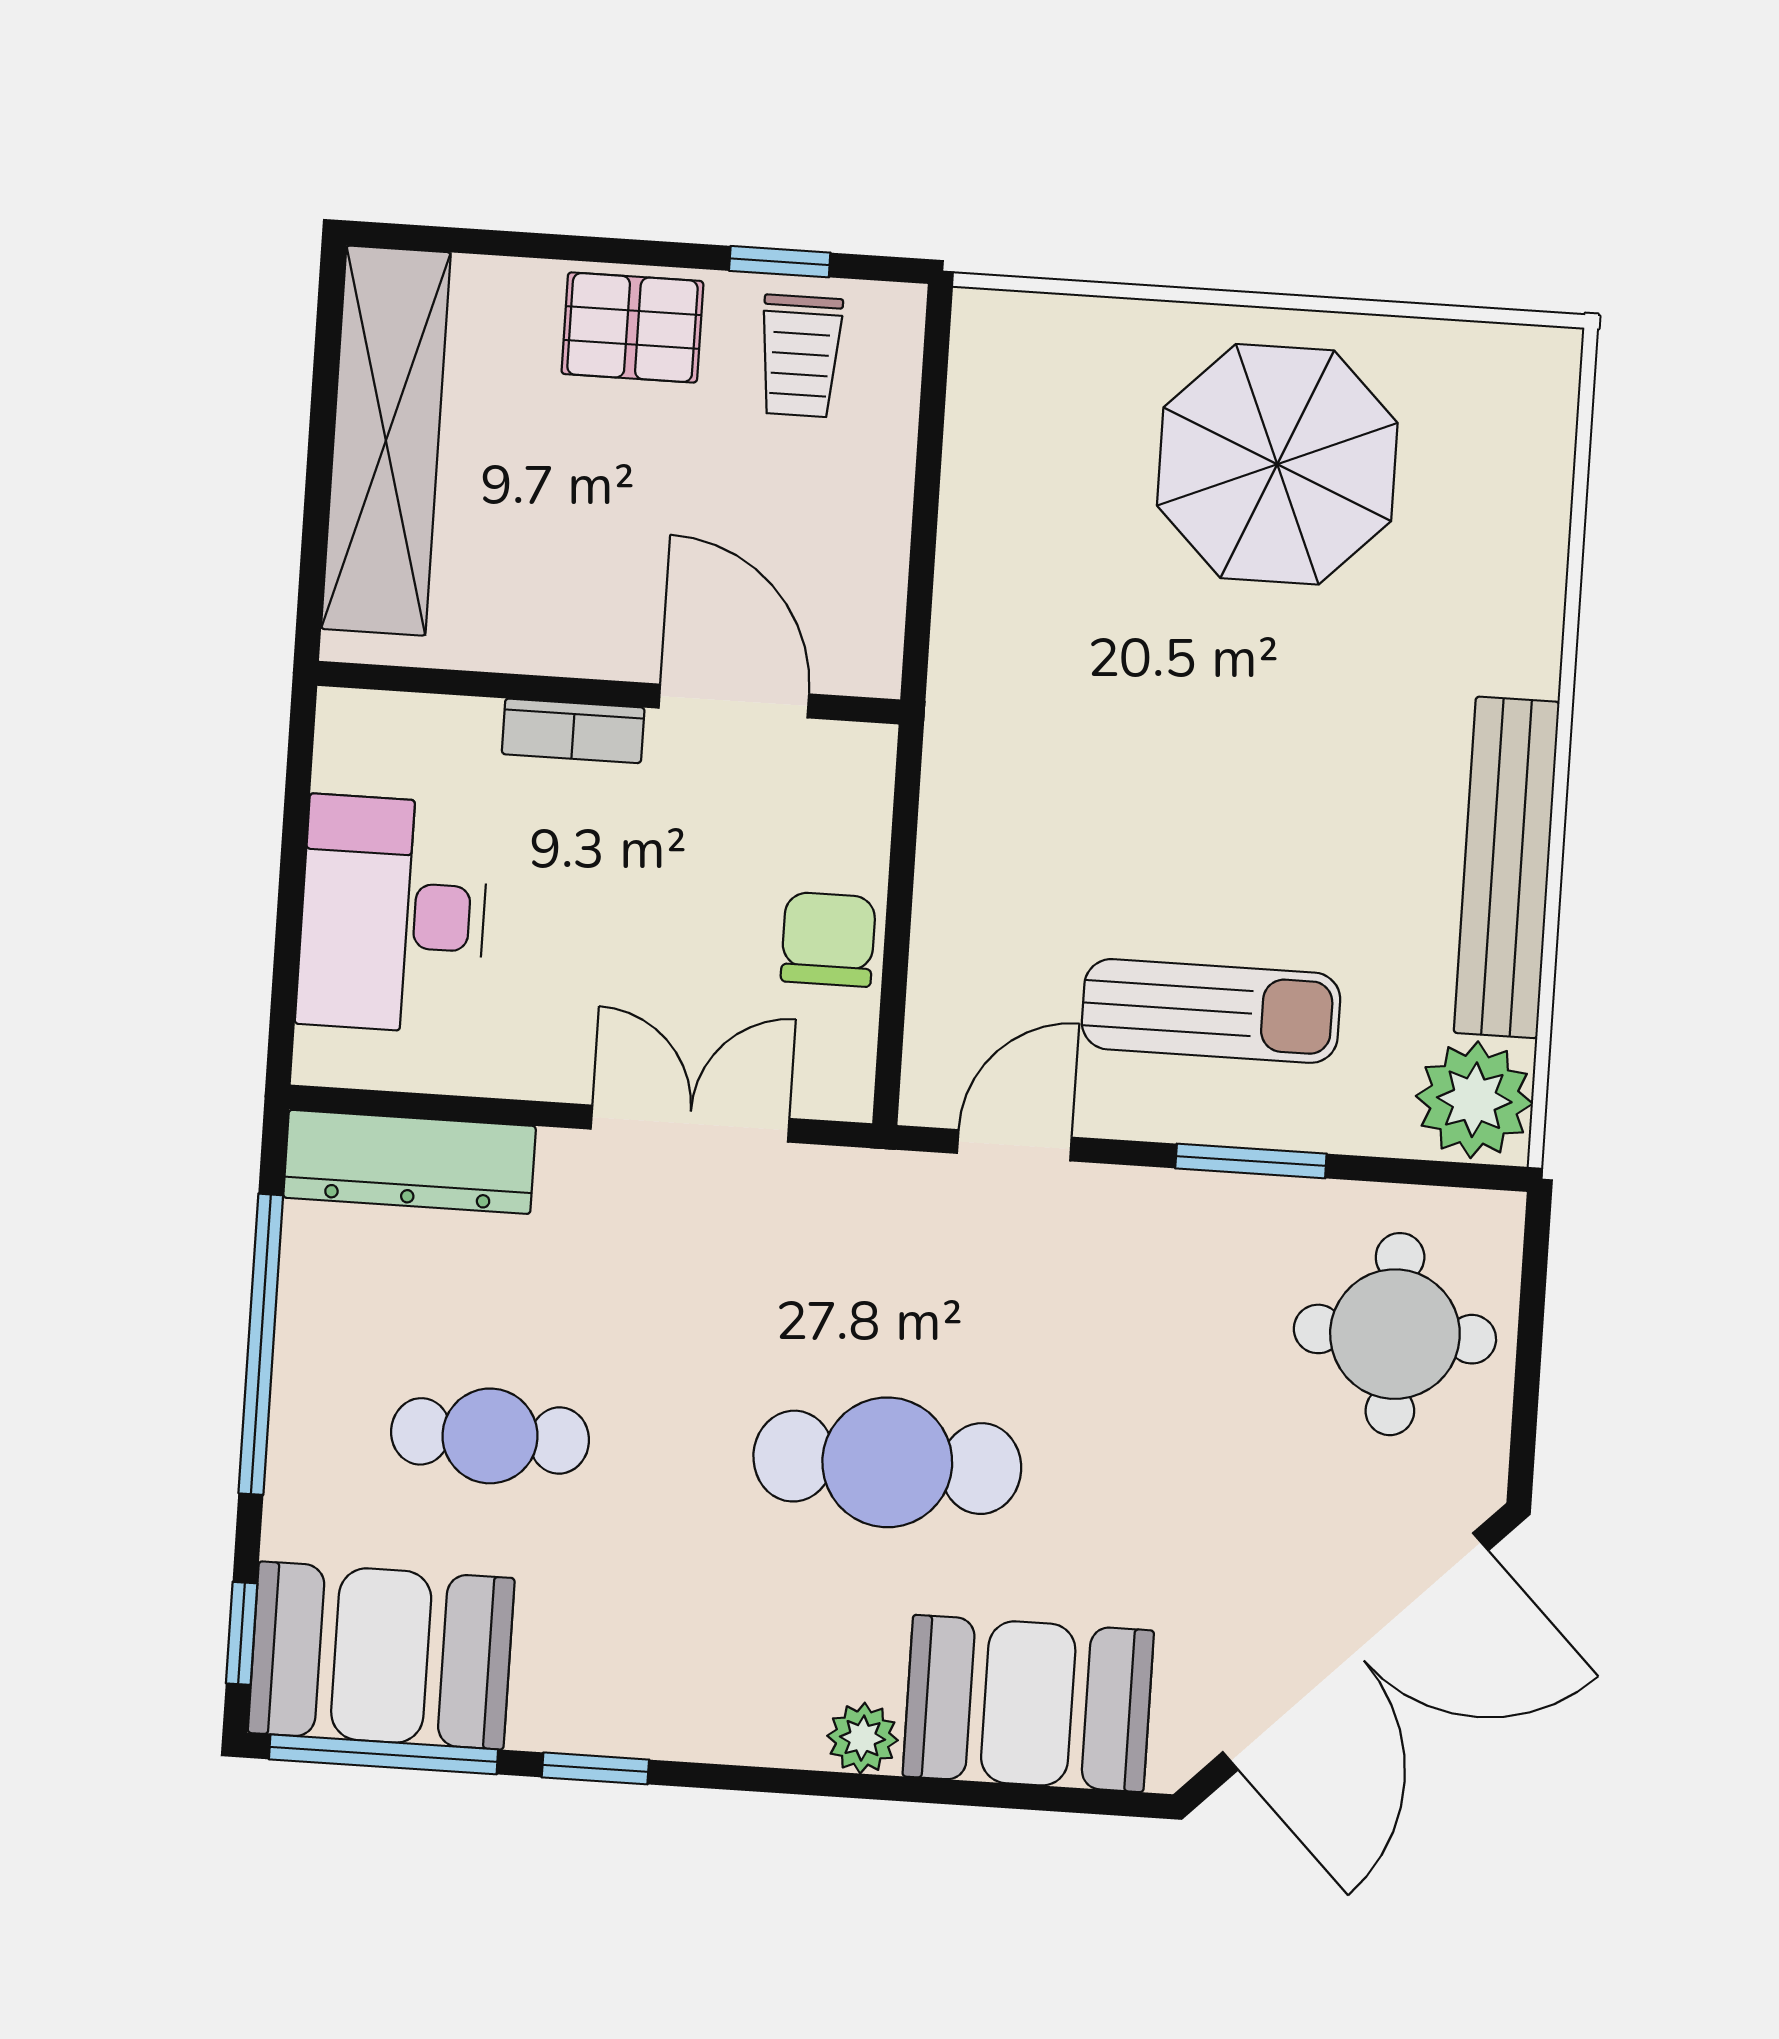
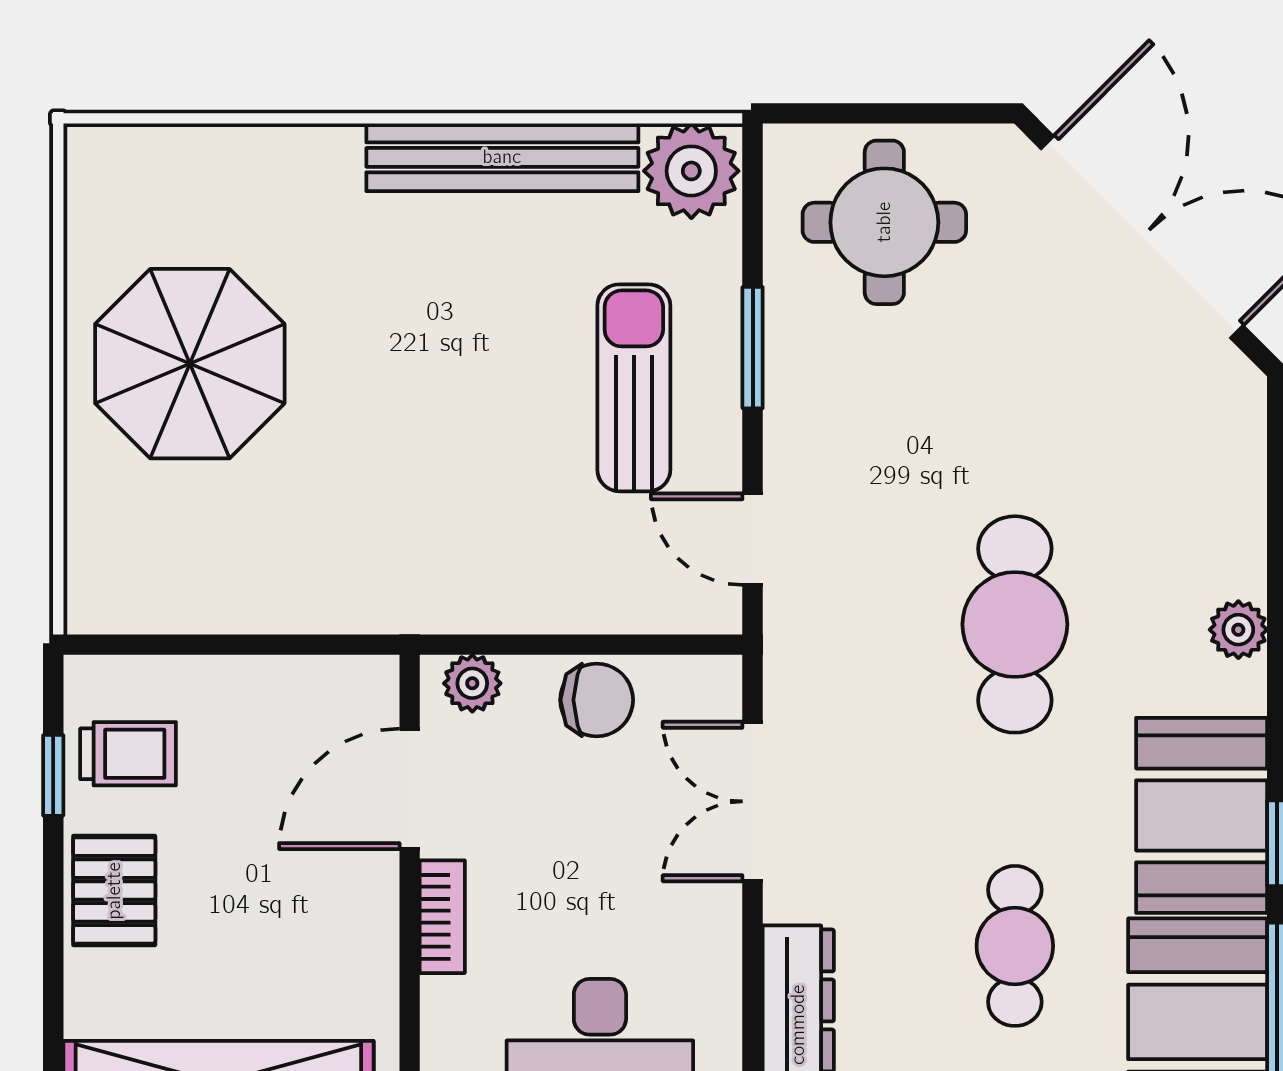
plant: (859, 787) -> (472, 683), added
chair: (828, 939) -> (597, 700), turned 180
booth: (1028, 1703) -> (1202, 815), moved

